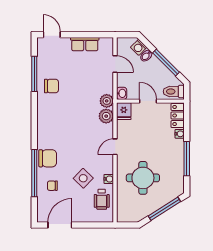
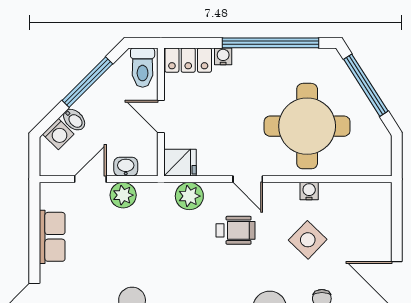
washbasin: (122, 93) -> (126, 167), moved
plant: (107, 101) -> (123, 195), moved
door: (148, 101) -> (161, 116), hinge flipped
window: (187, 159) -> (270, 43), width x1.46
round table: (143, 178) -> (307, 126), width x1.36, depth x1.36
wheelchair: (102, 199) -> (235, 230), moved

